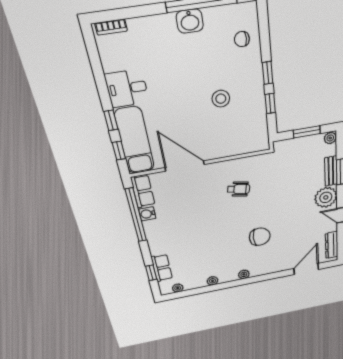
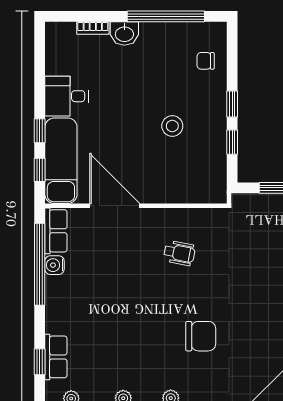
washbasin: (190, 21) -> (124, 34), moved
bookcase: (111, 27) -> (93, 28), moved

